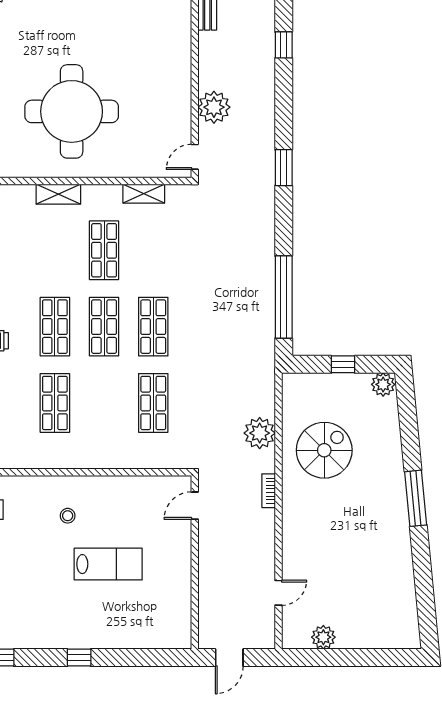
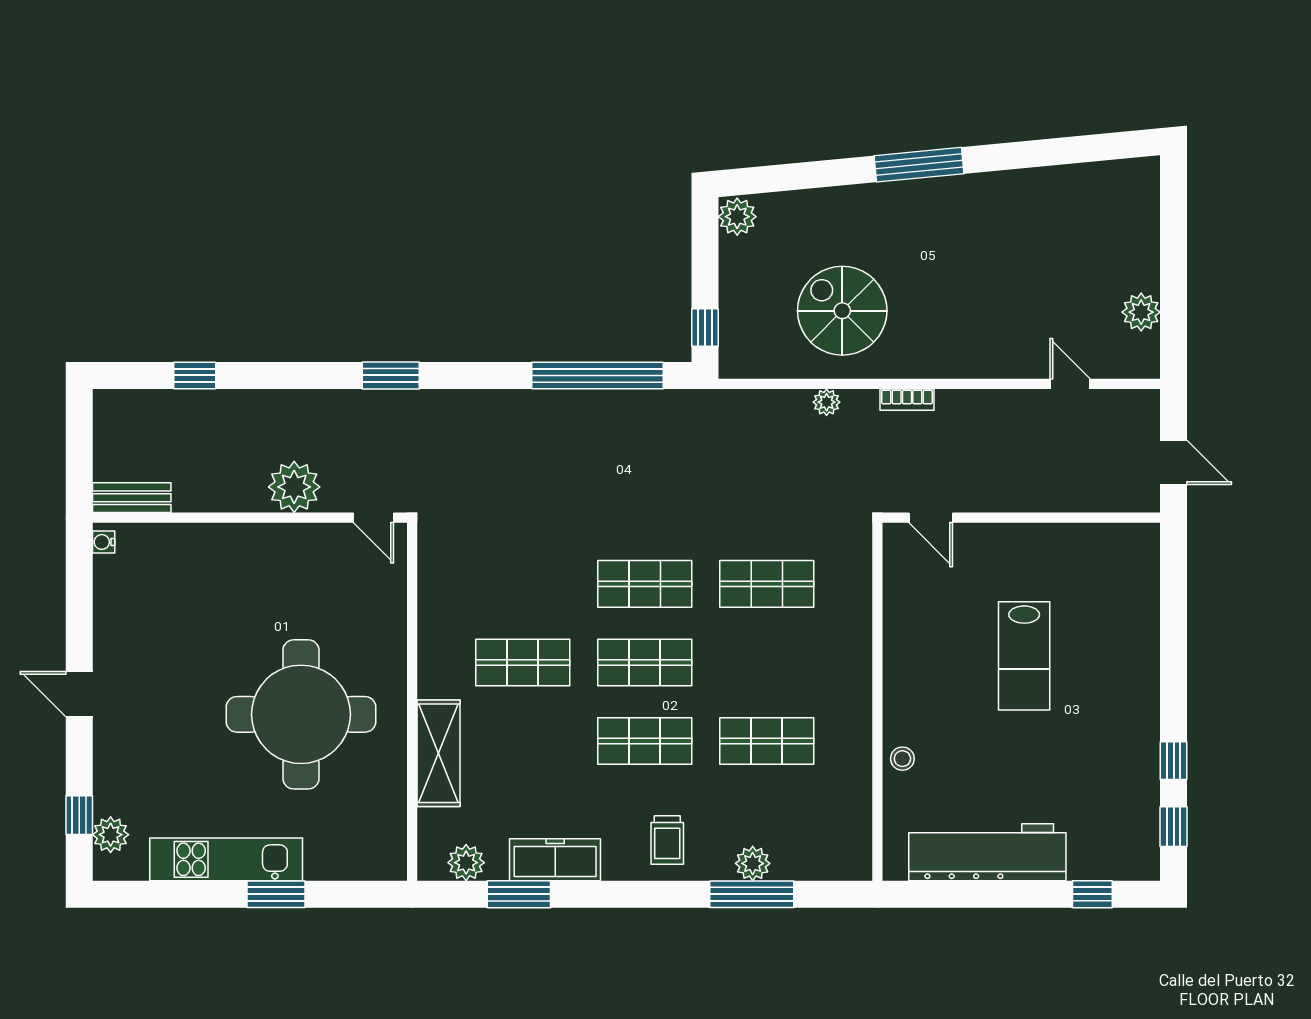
shelving: (58, 194) -> (438, 753), width x1.50, depth x1.33
shelving: (144, 194) -> (432, 599), removed
window: (343, 364) -> (705, 328), moved
plant: (260, 433) -> (827, 402), width x0.53, depth x0.53
stool: (68, 516) -> (902, 759), moved
lab bench: (108, 564) -> (1024, 656), turned 180
window: (79, 658) -> (1174, 761), moved

